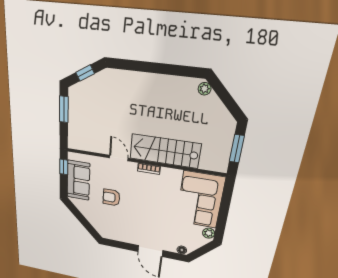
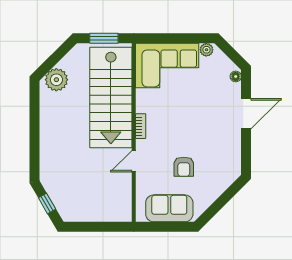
plant: (205, 89) -> (56, 80), width x1.87, depth x1.87
window: (64, 109) -> (88, 227), removed
stairs: (165, 151) -> (111, 98), width x1.36, depth x1.51
window: (64, 167) -> (156, 227), removed

